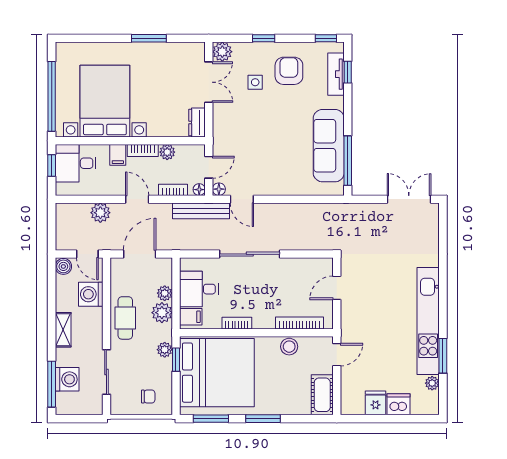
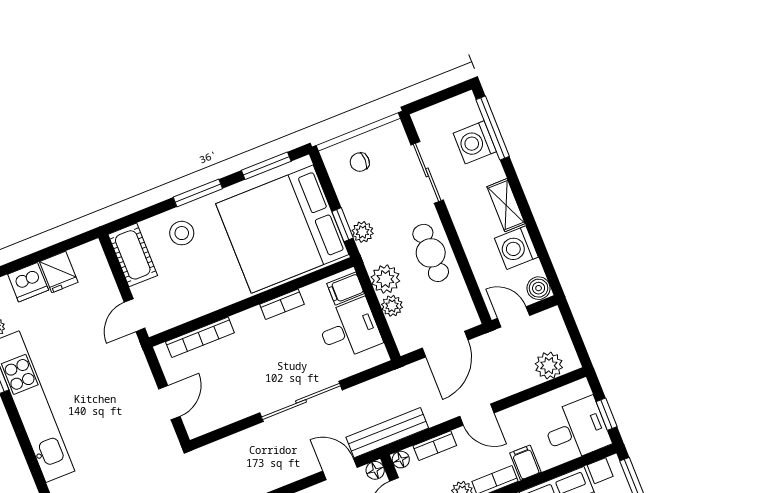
plant: (100, 213) -> (549, 366), moved
washing machine: (91, 294) -> (516, 248), moved, turned 180
stool: (289, 347) -> (182, 233), moved

